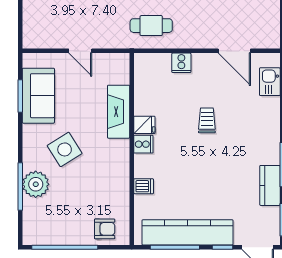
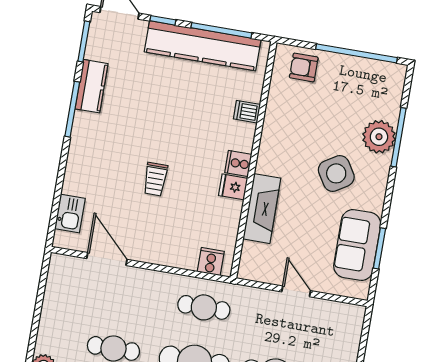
cooker: (181, 63) -> (211, 262), moved

